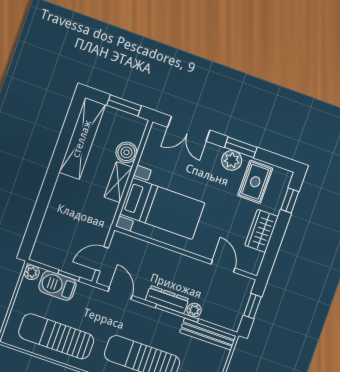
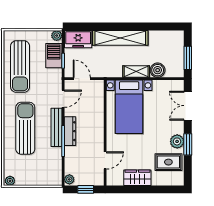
shelving: (82, 139) -> (120, 38), moved
window: (290, 201) -> (164, 189), removed
freezer: (47, 245) -> (78, 39), added
plant: (194, 310) -> (69, 179), moved
bench: (208, 334) -> (56, 127), moved
sun lounger: (56, 336) -> (20, 66), turned 180

